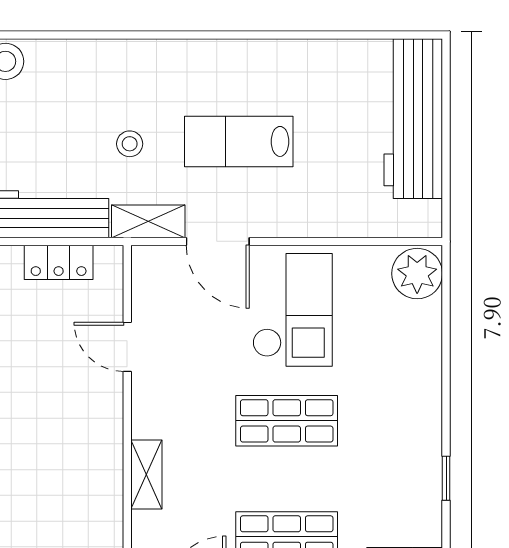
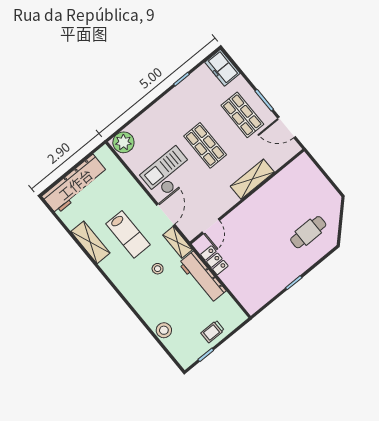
shelving: (282, 59) -> (90, 242), added
door: (127, 347) -> (211, 226), moved
shelving: (146, 474) -> (252, 179), width x1.50, depth x1.33

